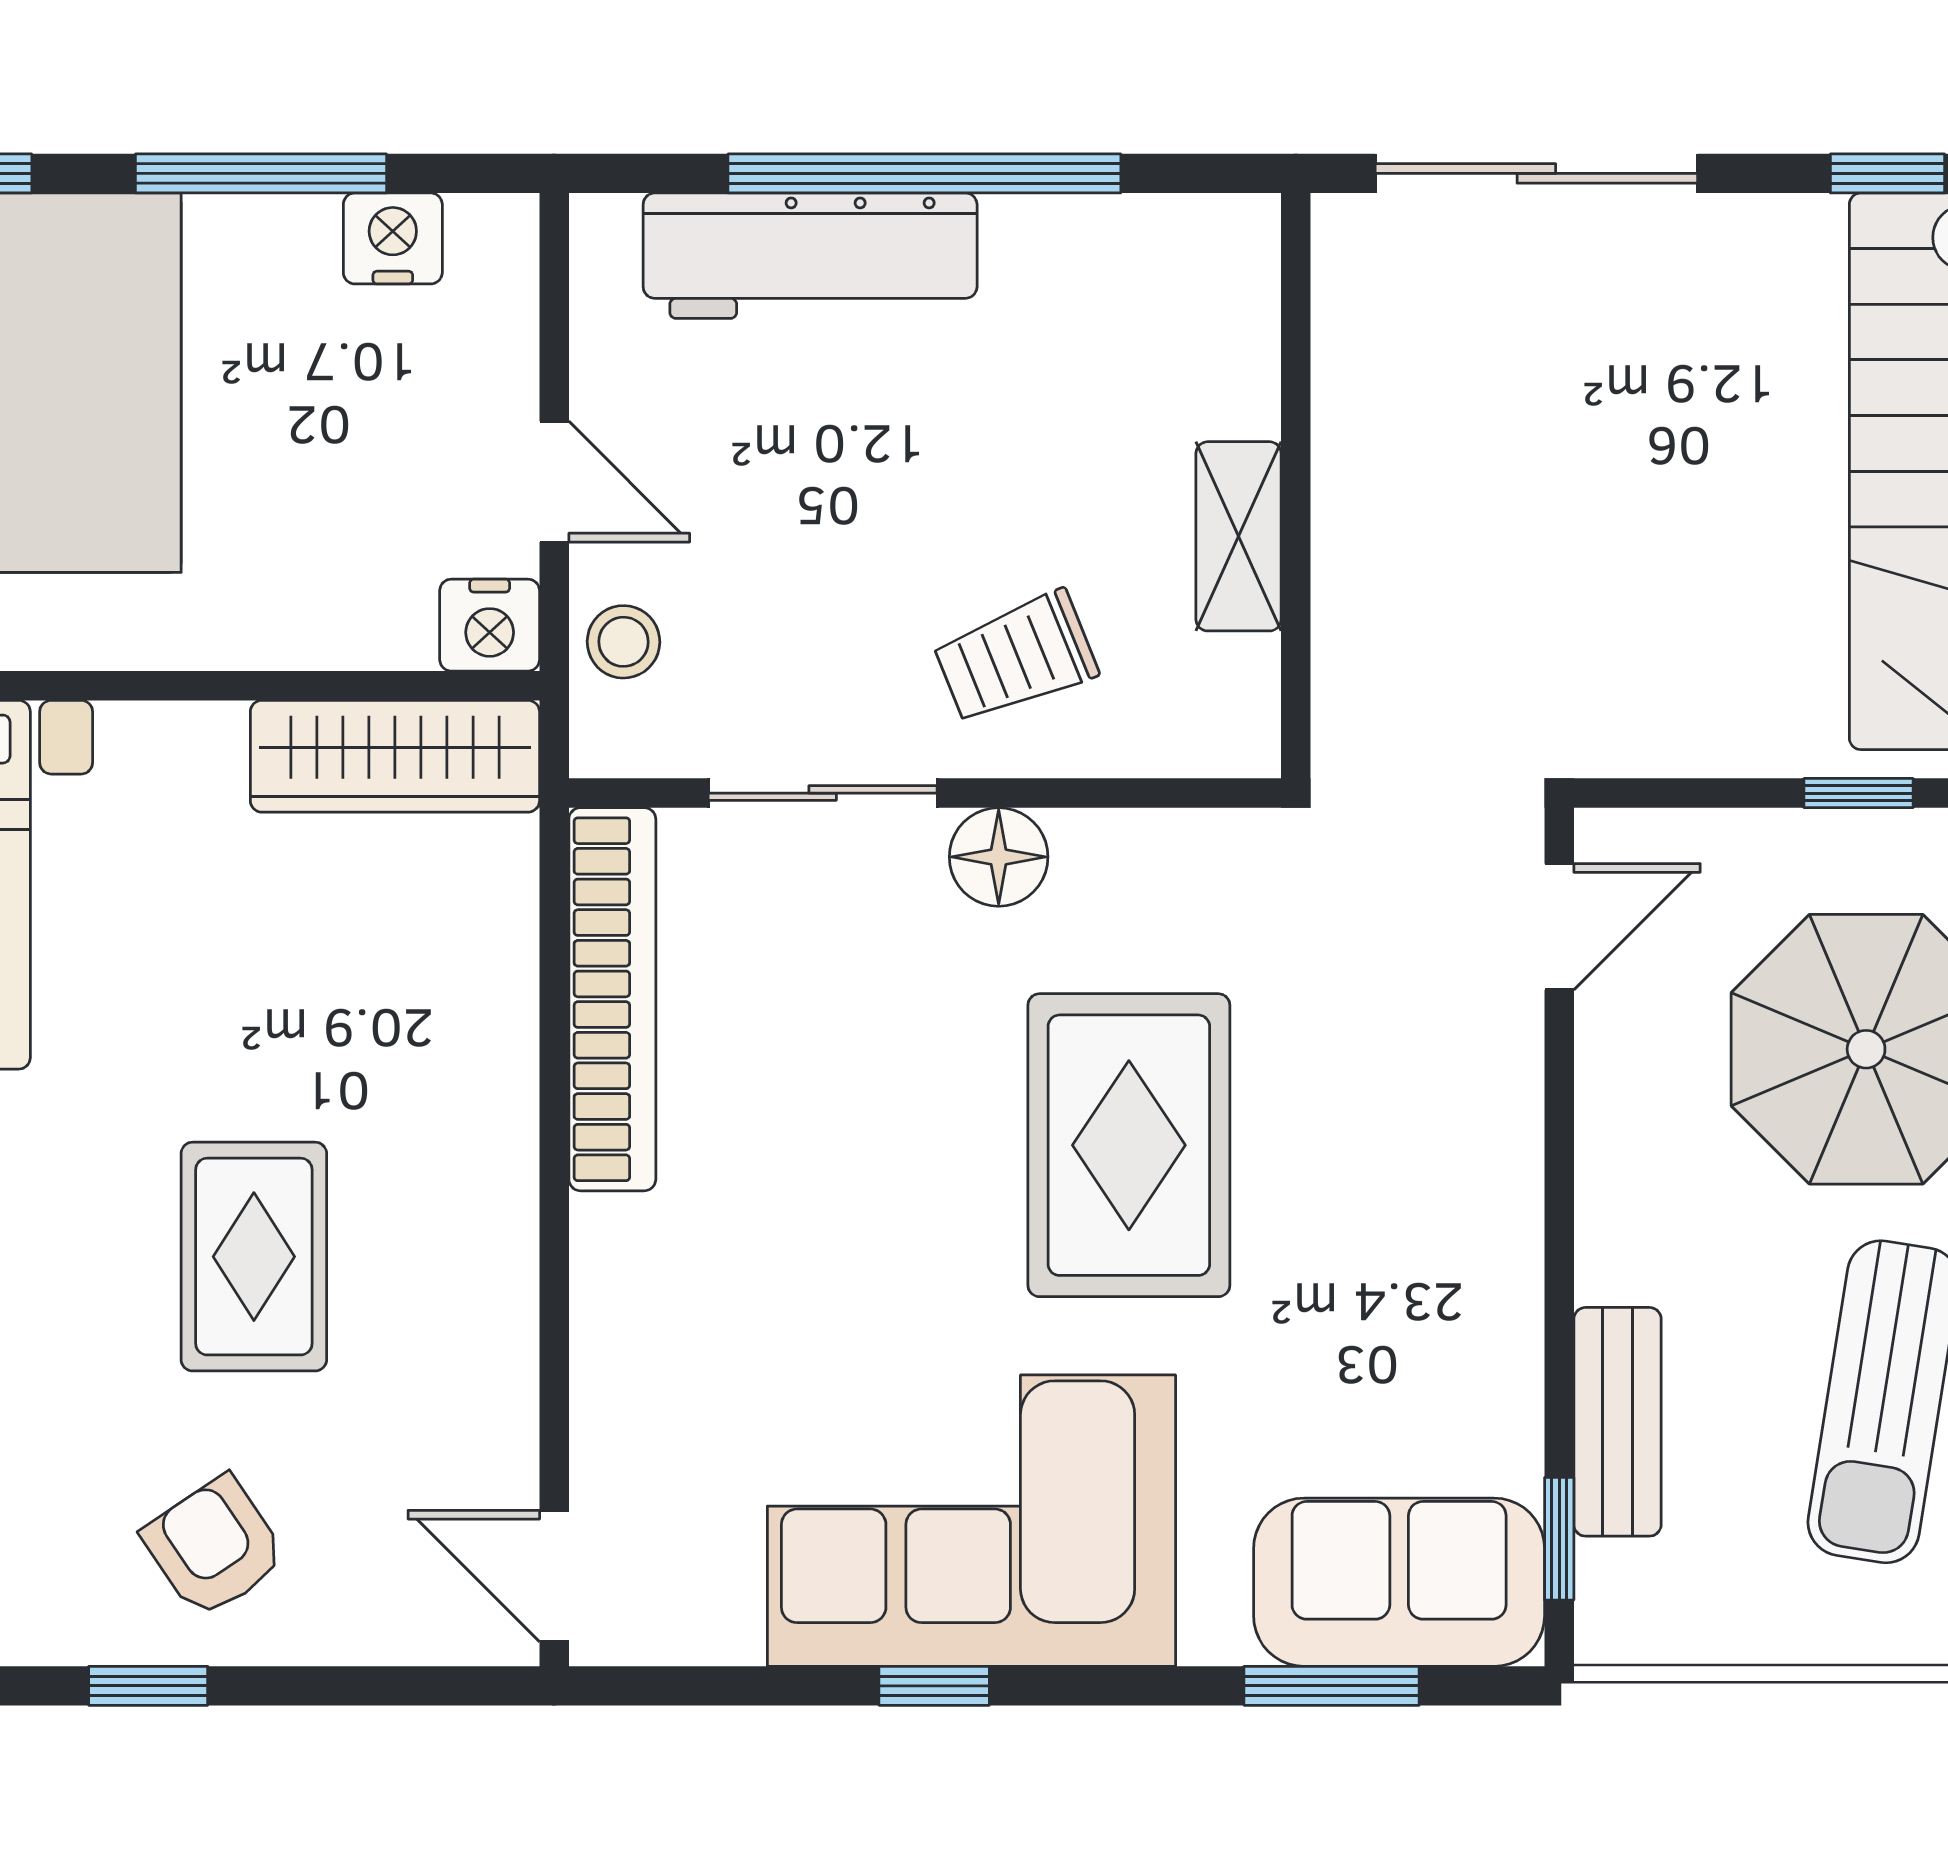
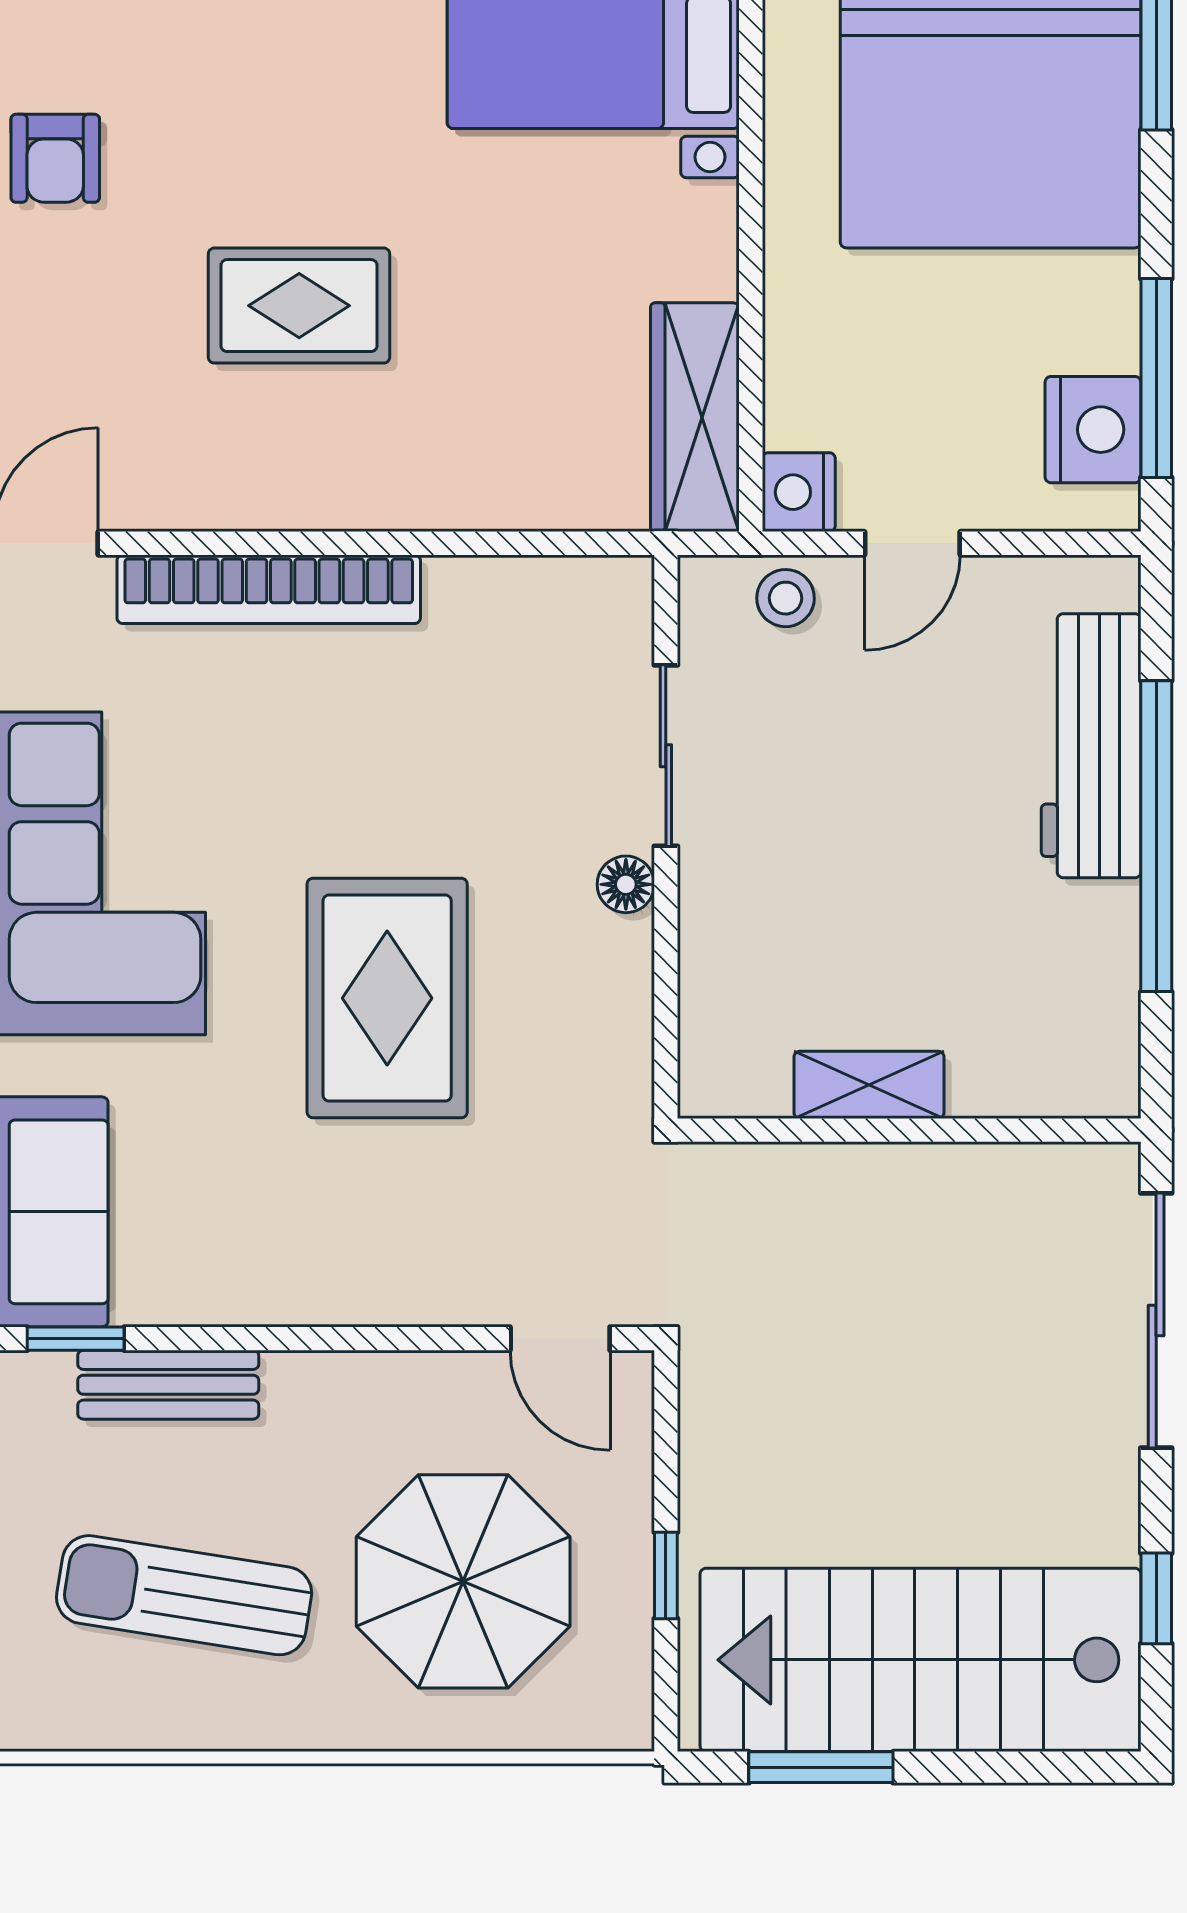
window: (261, 173) -> (1156, 378), moved
nightstand: (393, 238) -> (1093, 430), width x1.36, depth x1.33
trolley: (1016, 658) -> (773, 908), removed
floor lamp: (999, 857) -> (626, 884), width x0.73, depth x0.73
bookcase: (612, 999) -> (269, 589), moved
rug: (1129, 1145) -> (387, 998), turned 90
armchair: (214, 1547) -> (55, 158), moved, turned 124

